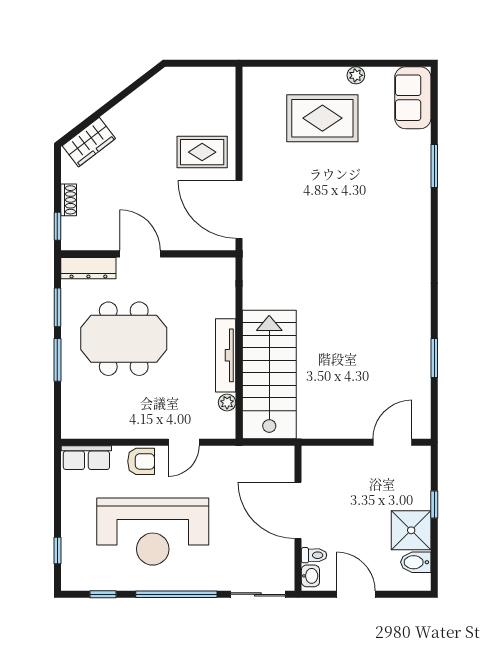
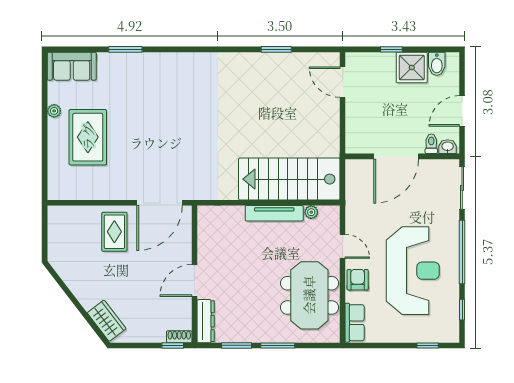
shoe rack: (69, 200) -> (179, 337), moved
meeting table: (124, 339) -> (309, 295), moved

